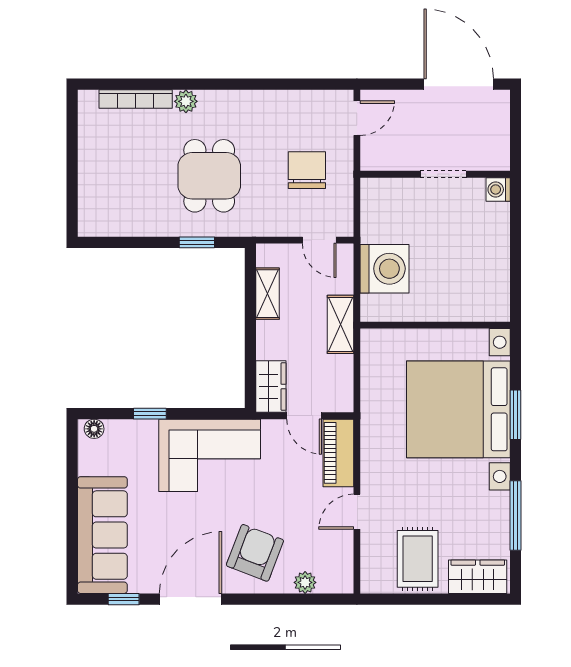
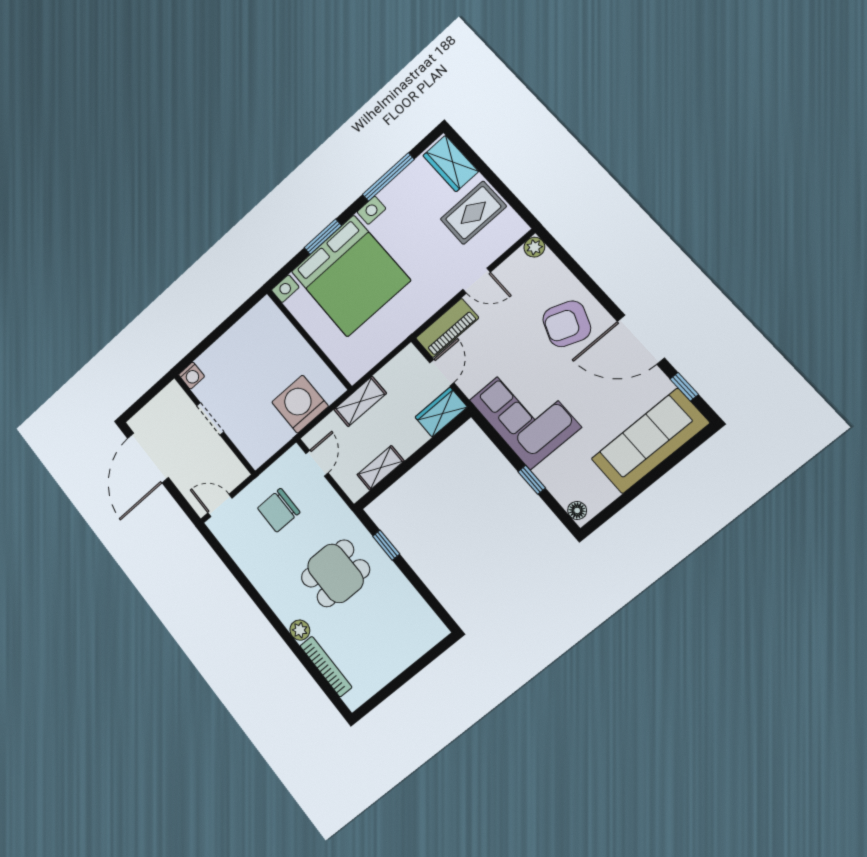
plant: (305, 582) -> (534, 247), moved

